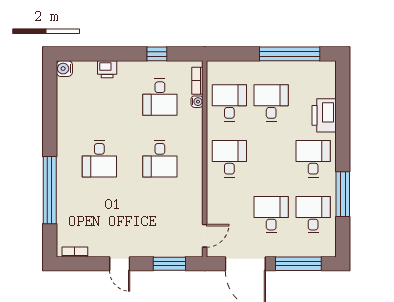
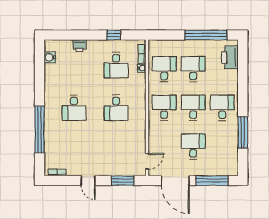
water cooler: (64, 69) -> (50, 57), moved
printer: (324, 115) -> (230, 57), moved
desk: (313, 215) -> (193, 108), moved

